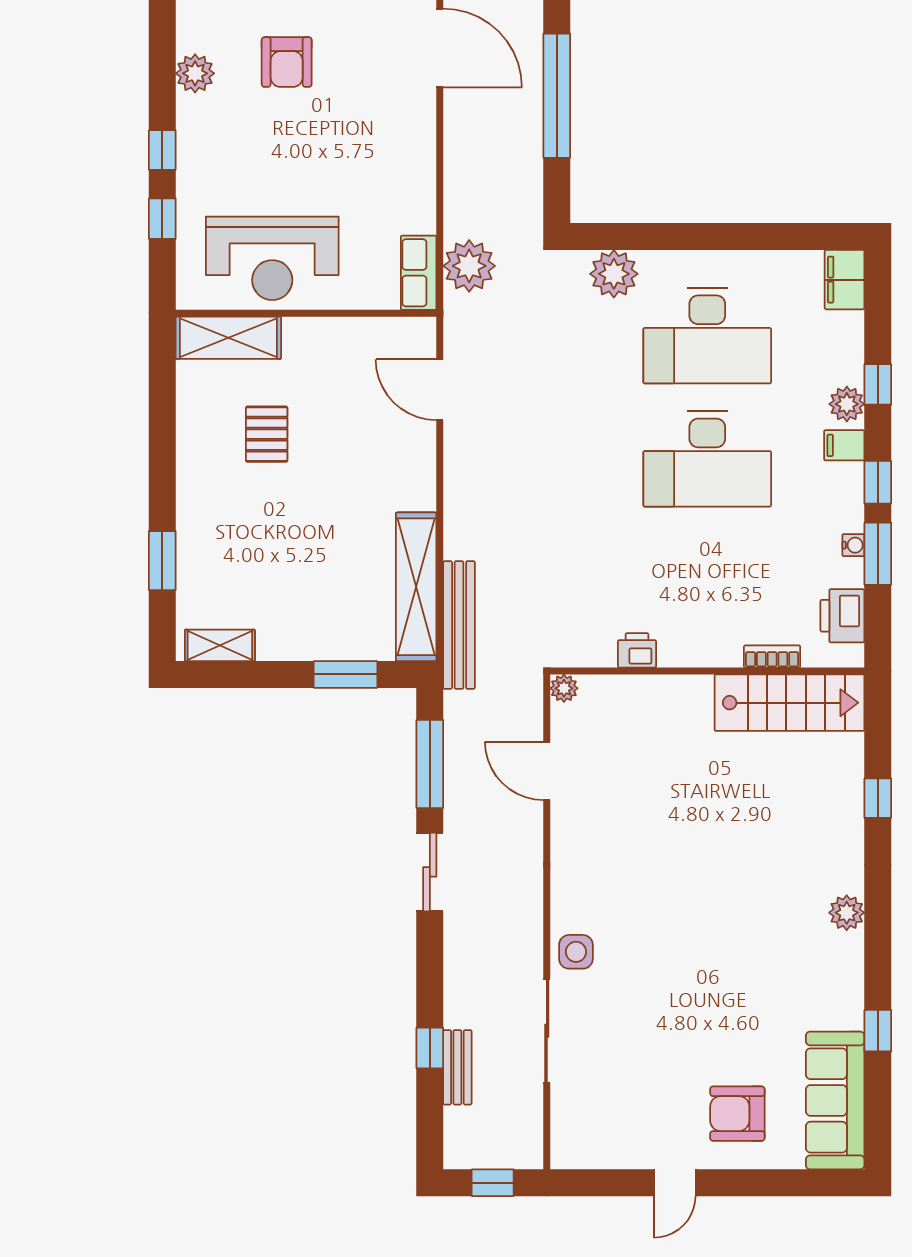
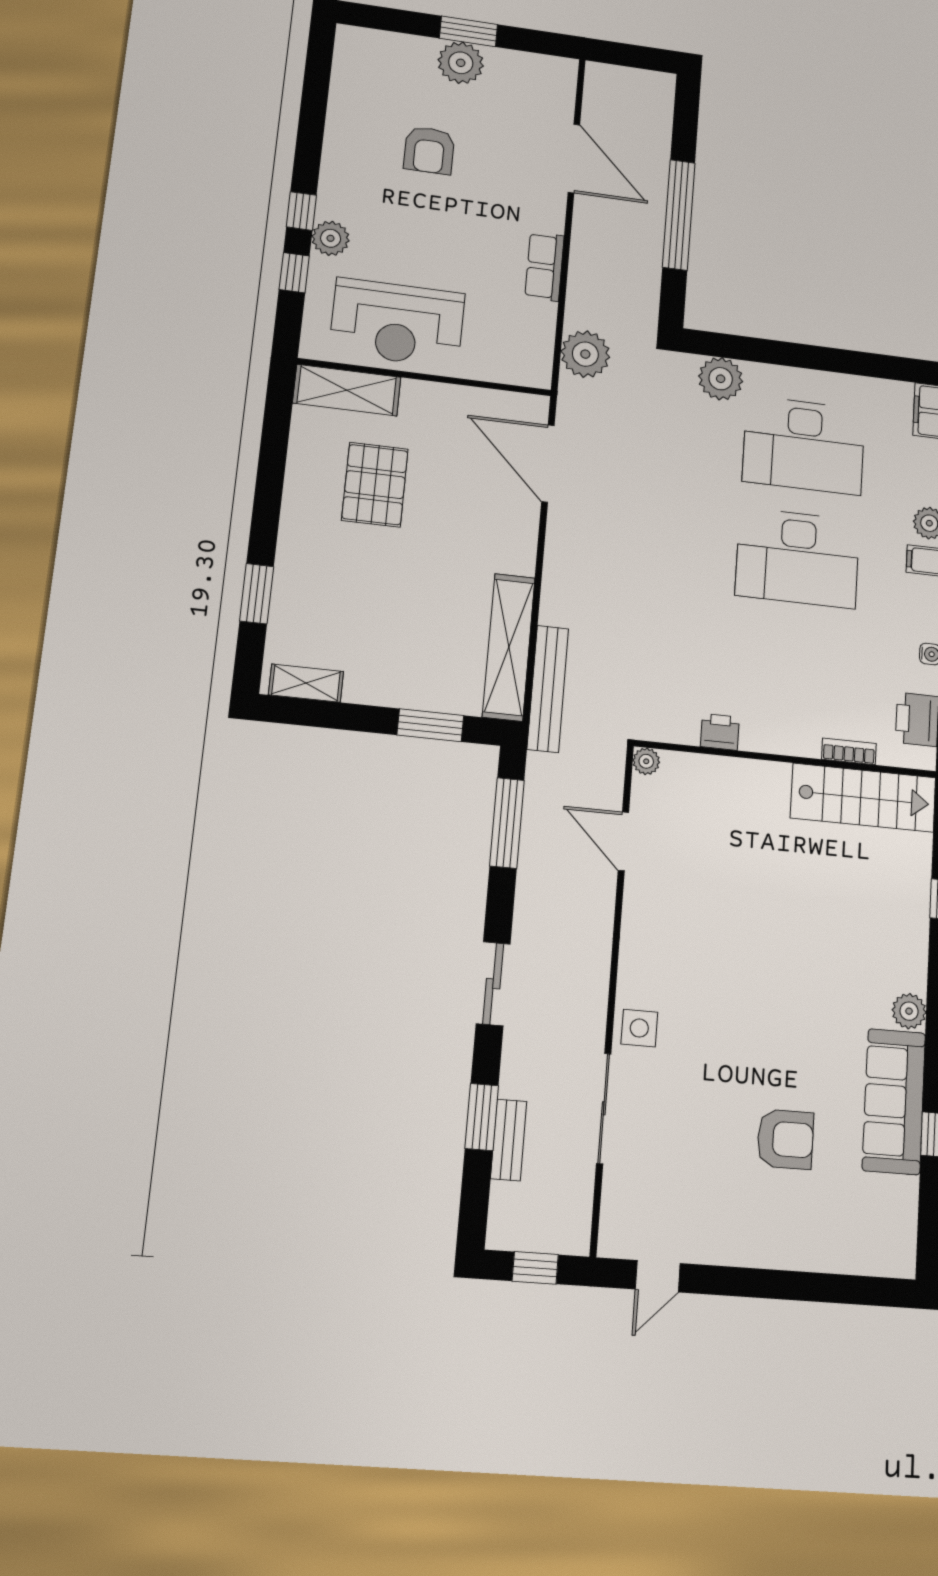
plant: (195, 73) -> (331, 238), moved
row of seats: (419, 273) -> (545, 267), moved
door: (440, 390) -> (548, 464), width x1.36
pallet: (267, 434) -> (375, 485), width x1.50, depth x1.42
sliding door: (430, 872) -> (493, 984), moved
window: (430, 1048) -> (482, 1117), width x1.50
sofa: (835, 1100) -> (894, 1101), moved
armchair: (737, 1114) -> (785, 1139), moved, turned 180
door: (675, 1183) -> (658, 1276), moved

